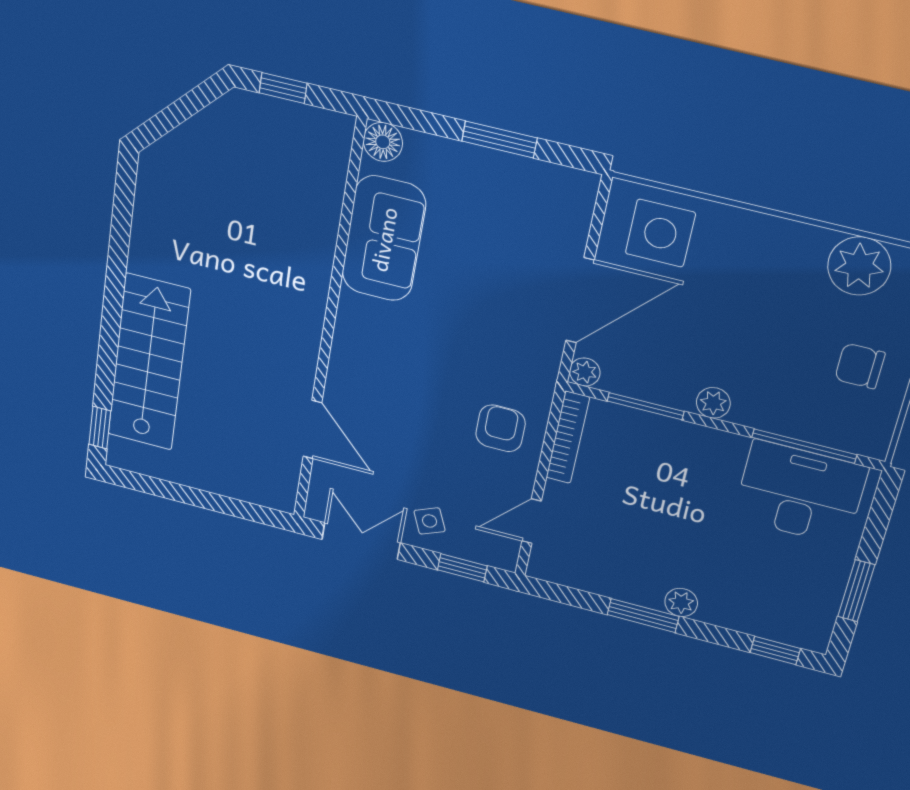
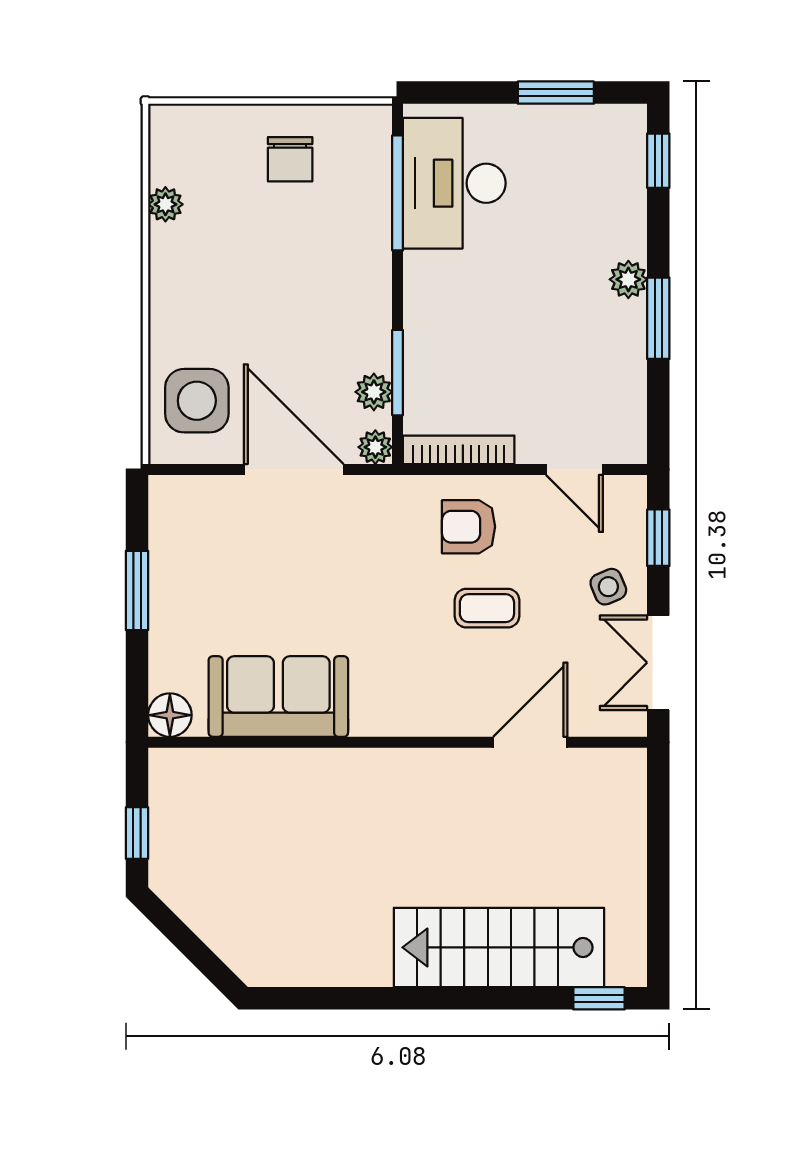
plant: (859, 266) -> (165, 204), width x0.53, depth x0.53
plant: (713, 403) -> (374, 392), moved
coffee table: (429, 425) -> (487, 608), added

